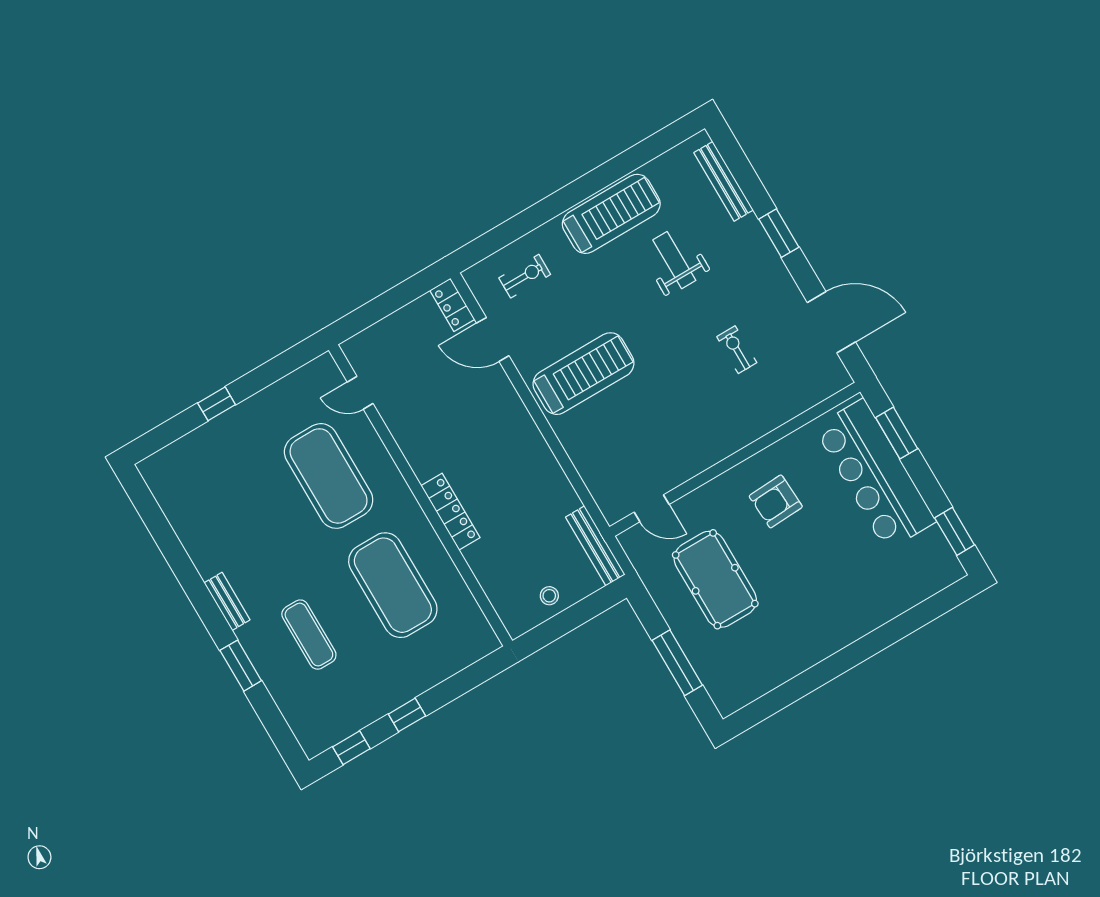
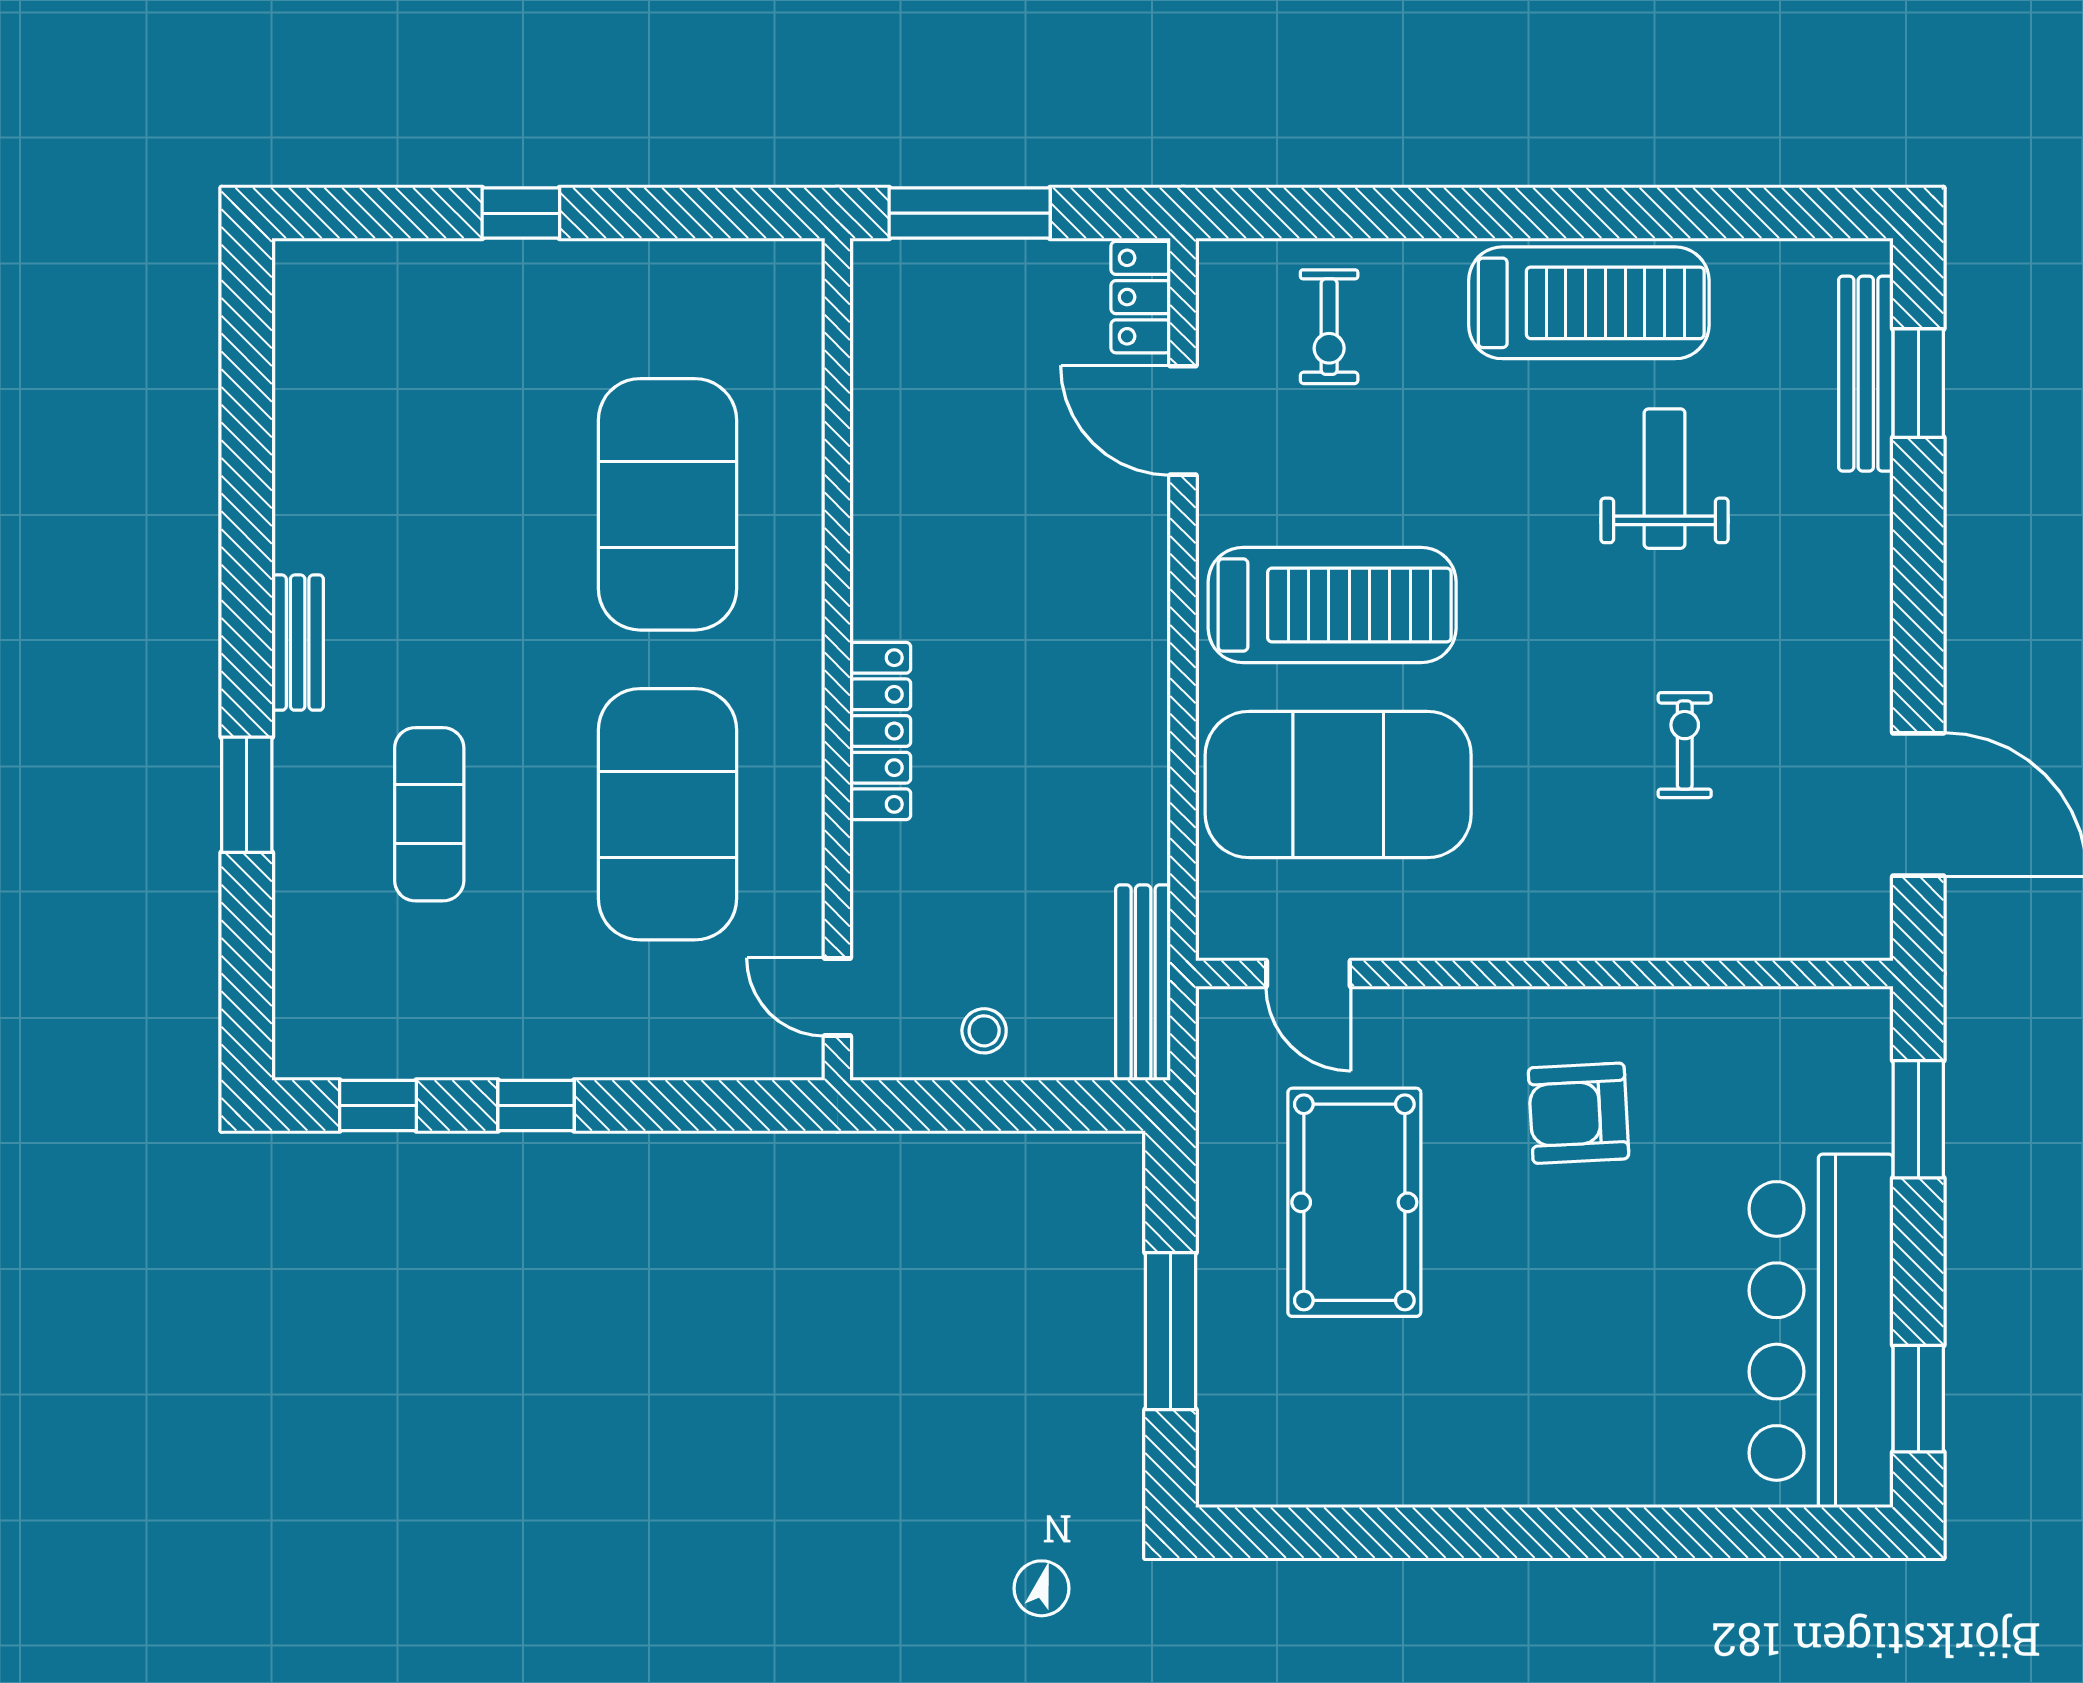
window: (779, 233) -> (1918, 383), moved
exercise bike: (525, 276) -> (1329, 327), turned 90
window: (375, 311) -> (970, 213), added
door: (360, 393) -> (837, 997), moved
exercise mat: (623, 436) -> (1338, 785), added
bar counter: (875, 474) -> (1821, 1331), moved

